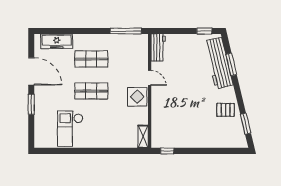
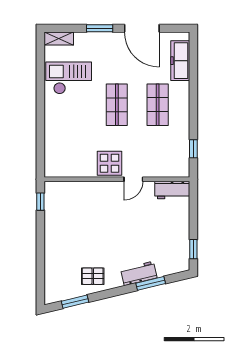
window: (126, 31) -> (193, 149), width x0.46
workbench: (219, 63) -> (139, 273), width x0.53, depth x0.76
door: (31, 71) -> (142, 28), hinge flipped
pallet: (226, 110) -> (93, 276), turned 90
shelving: (143, 137) -> (59, 39), moved

